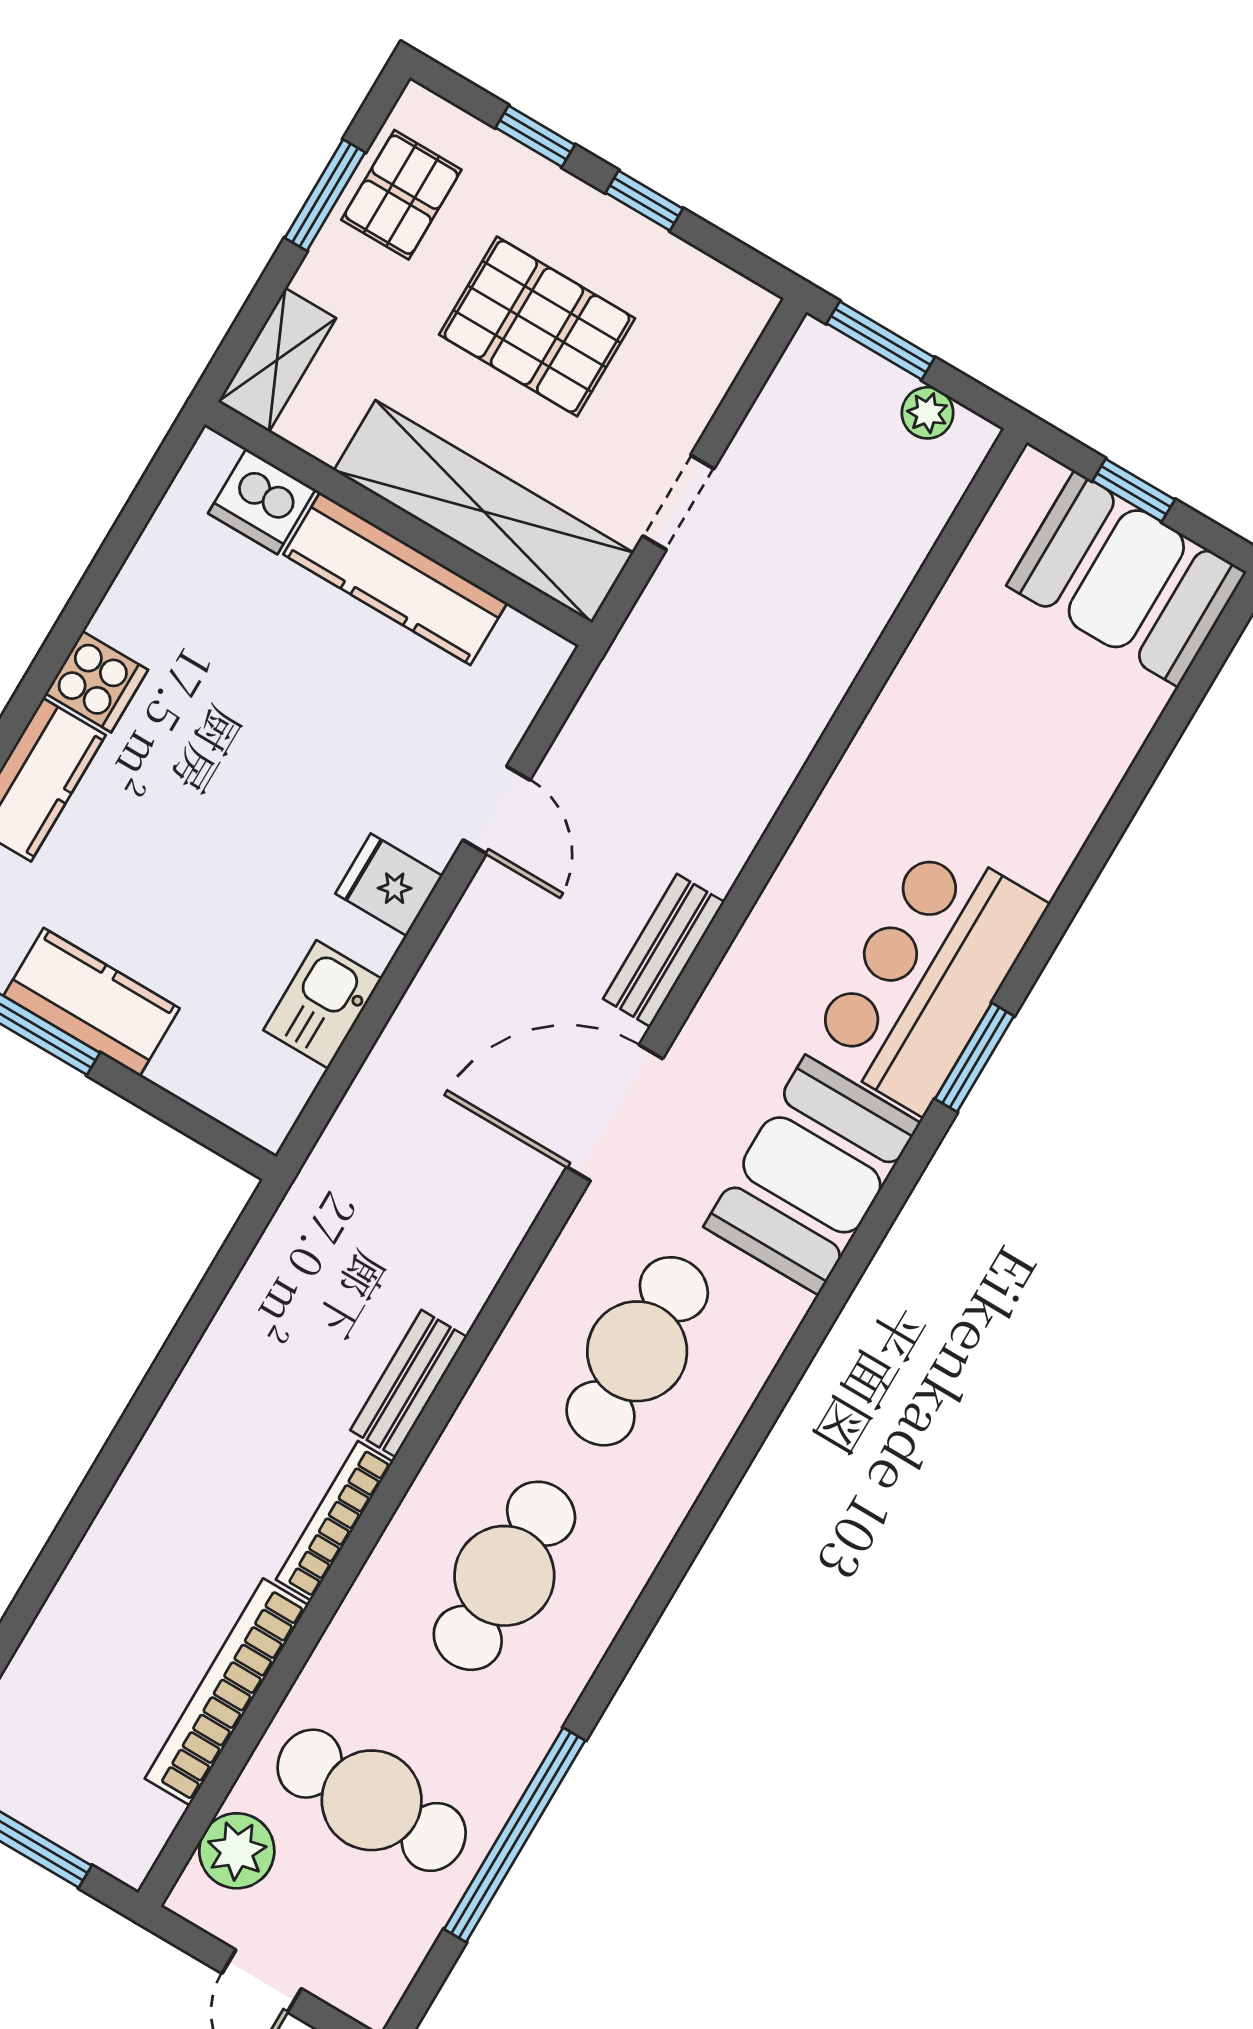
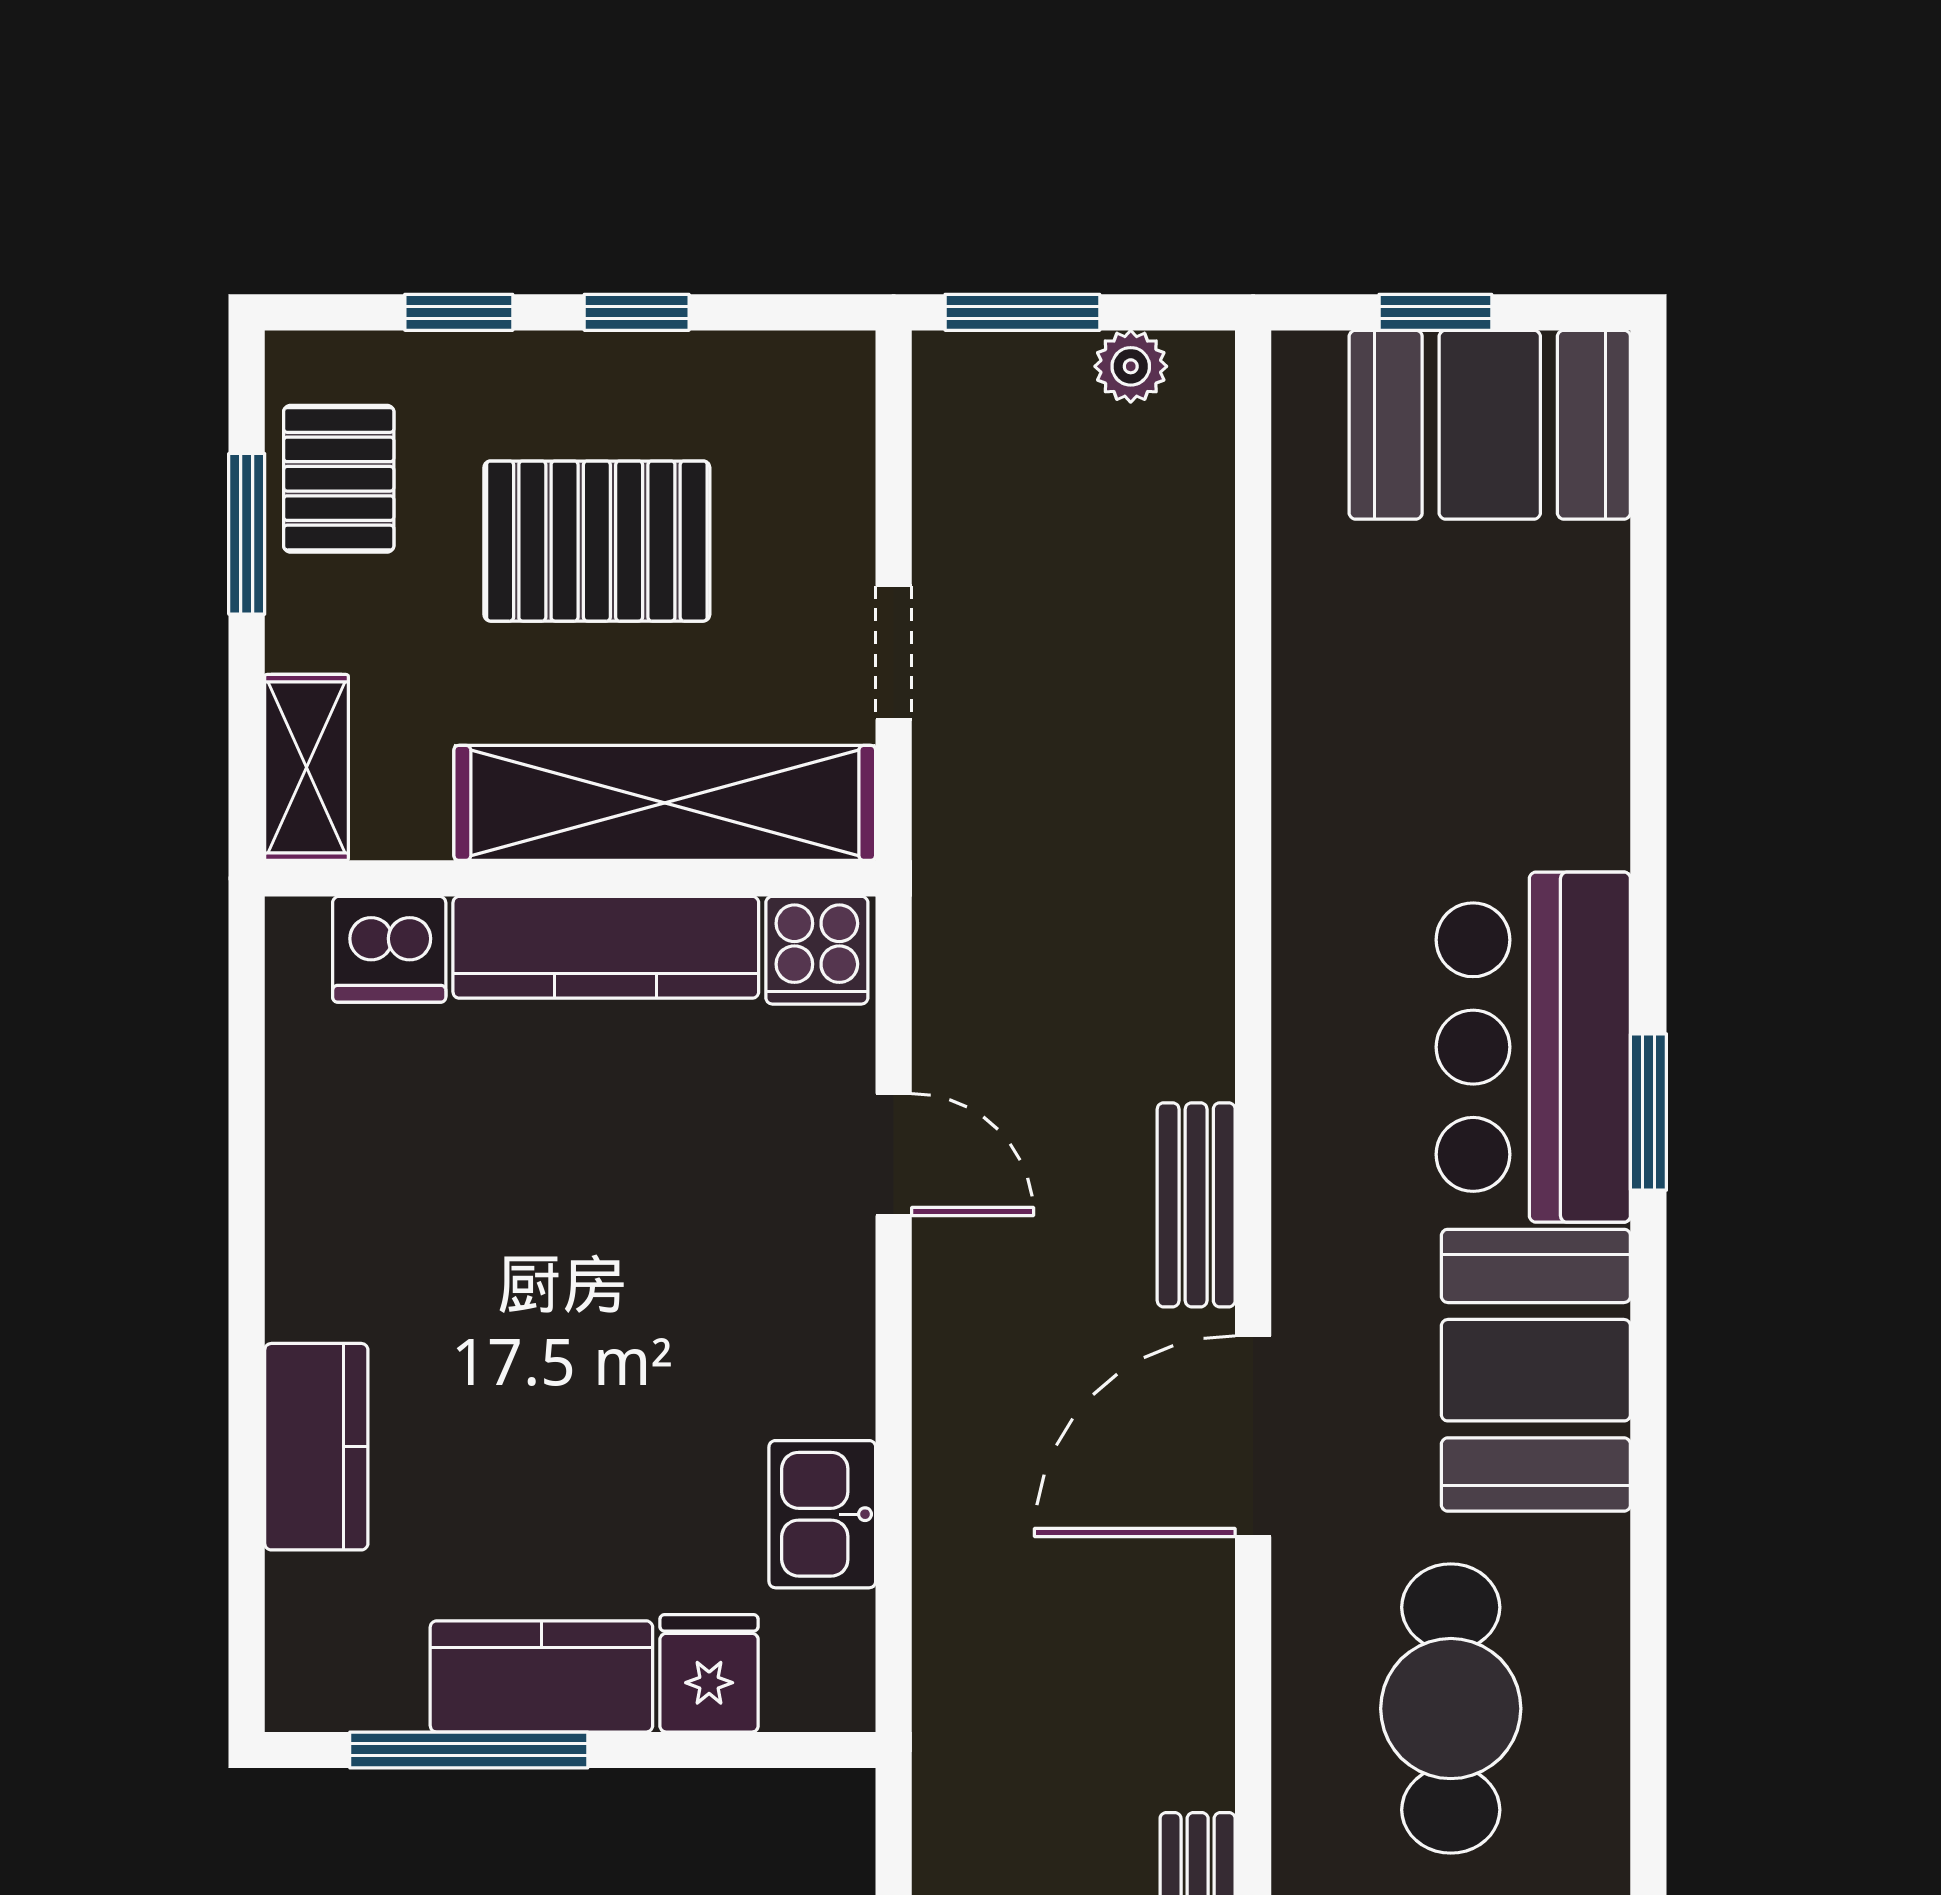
cooker: (97, 682) -> (817, 950), moved, turned 90
fridge: (389, 885) -> (709, 1673), moved, turned 90

